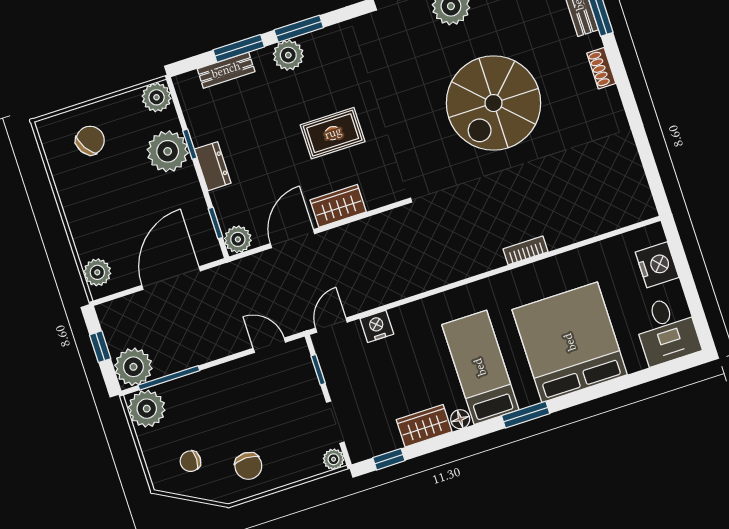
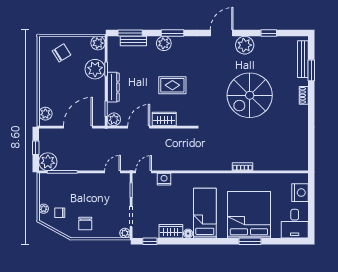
window: (239, 48) -> (130, 33), moved
dresser: (213, 166) -> (113, 87), width x1.44
door: (269, 345) -> (113, 172), hinge flipped
plant: (147, 409) -> (44, 209), moved, width x0.53, depth x0.53
window: (526, 415) -> (250, 241), moved

